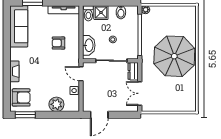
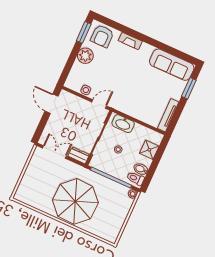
toilet: (88, 13) -> (135, 178), moved
armchair: (58, 43) -> (138, 96), removed
plant: (56, 104) -> (85, 56), moved

